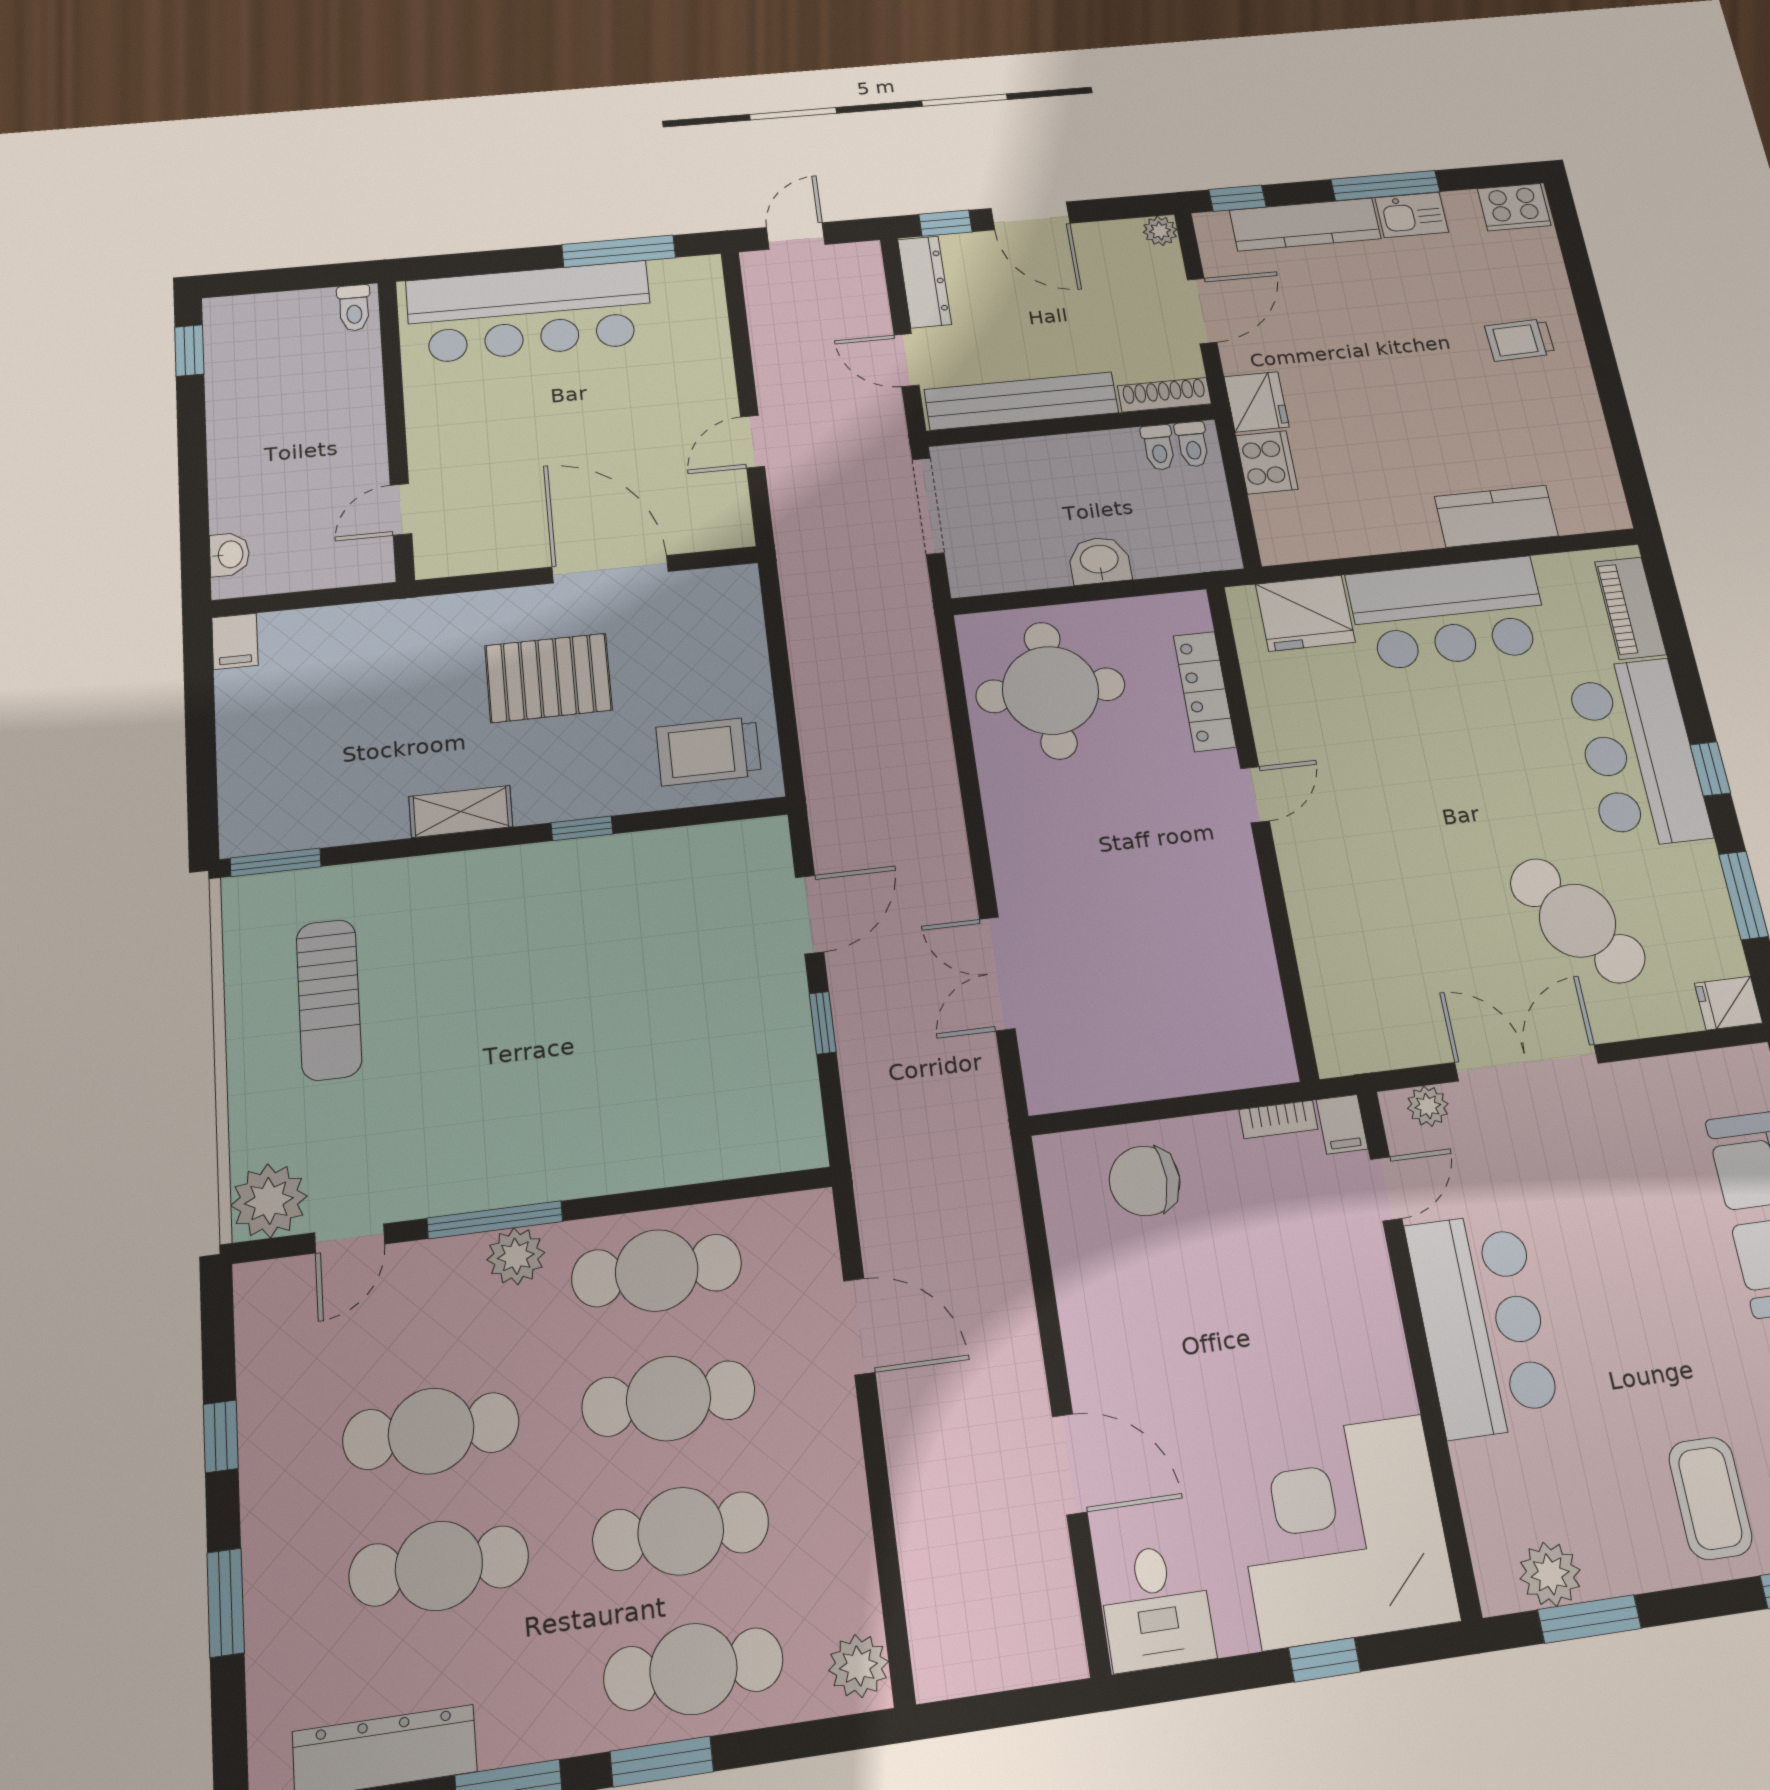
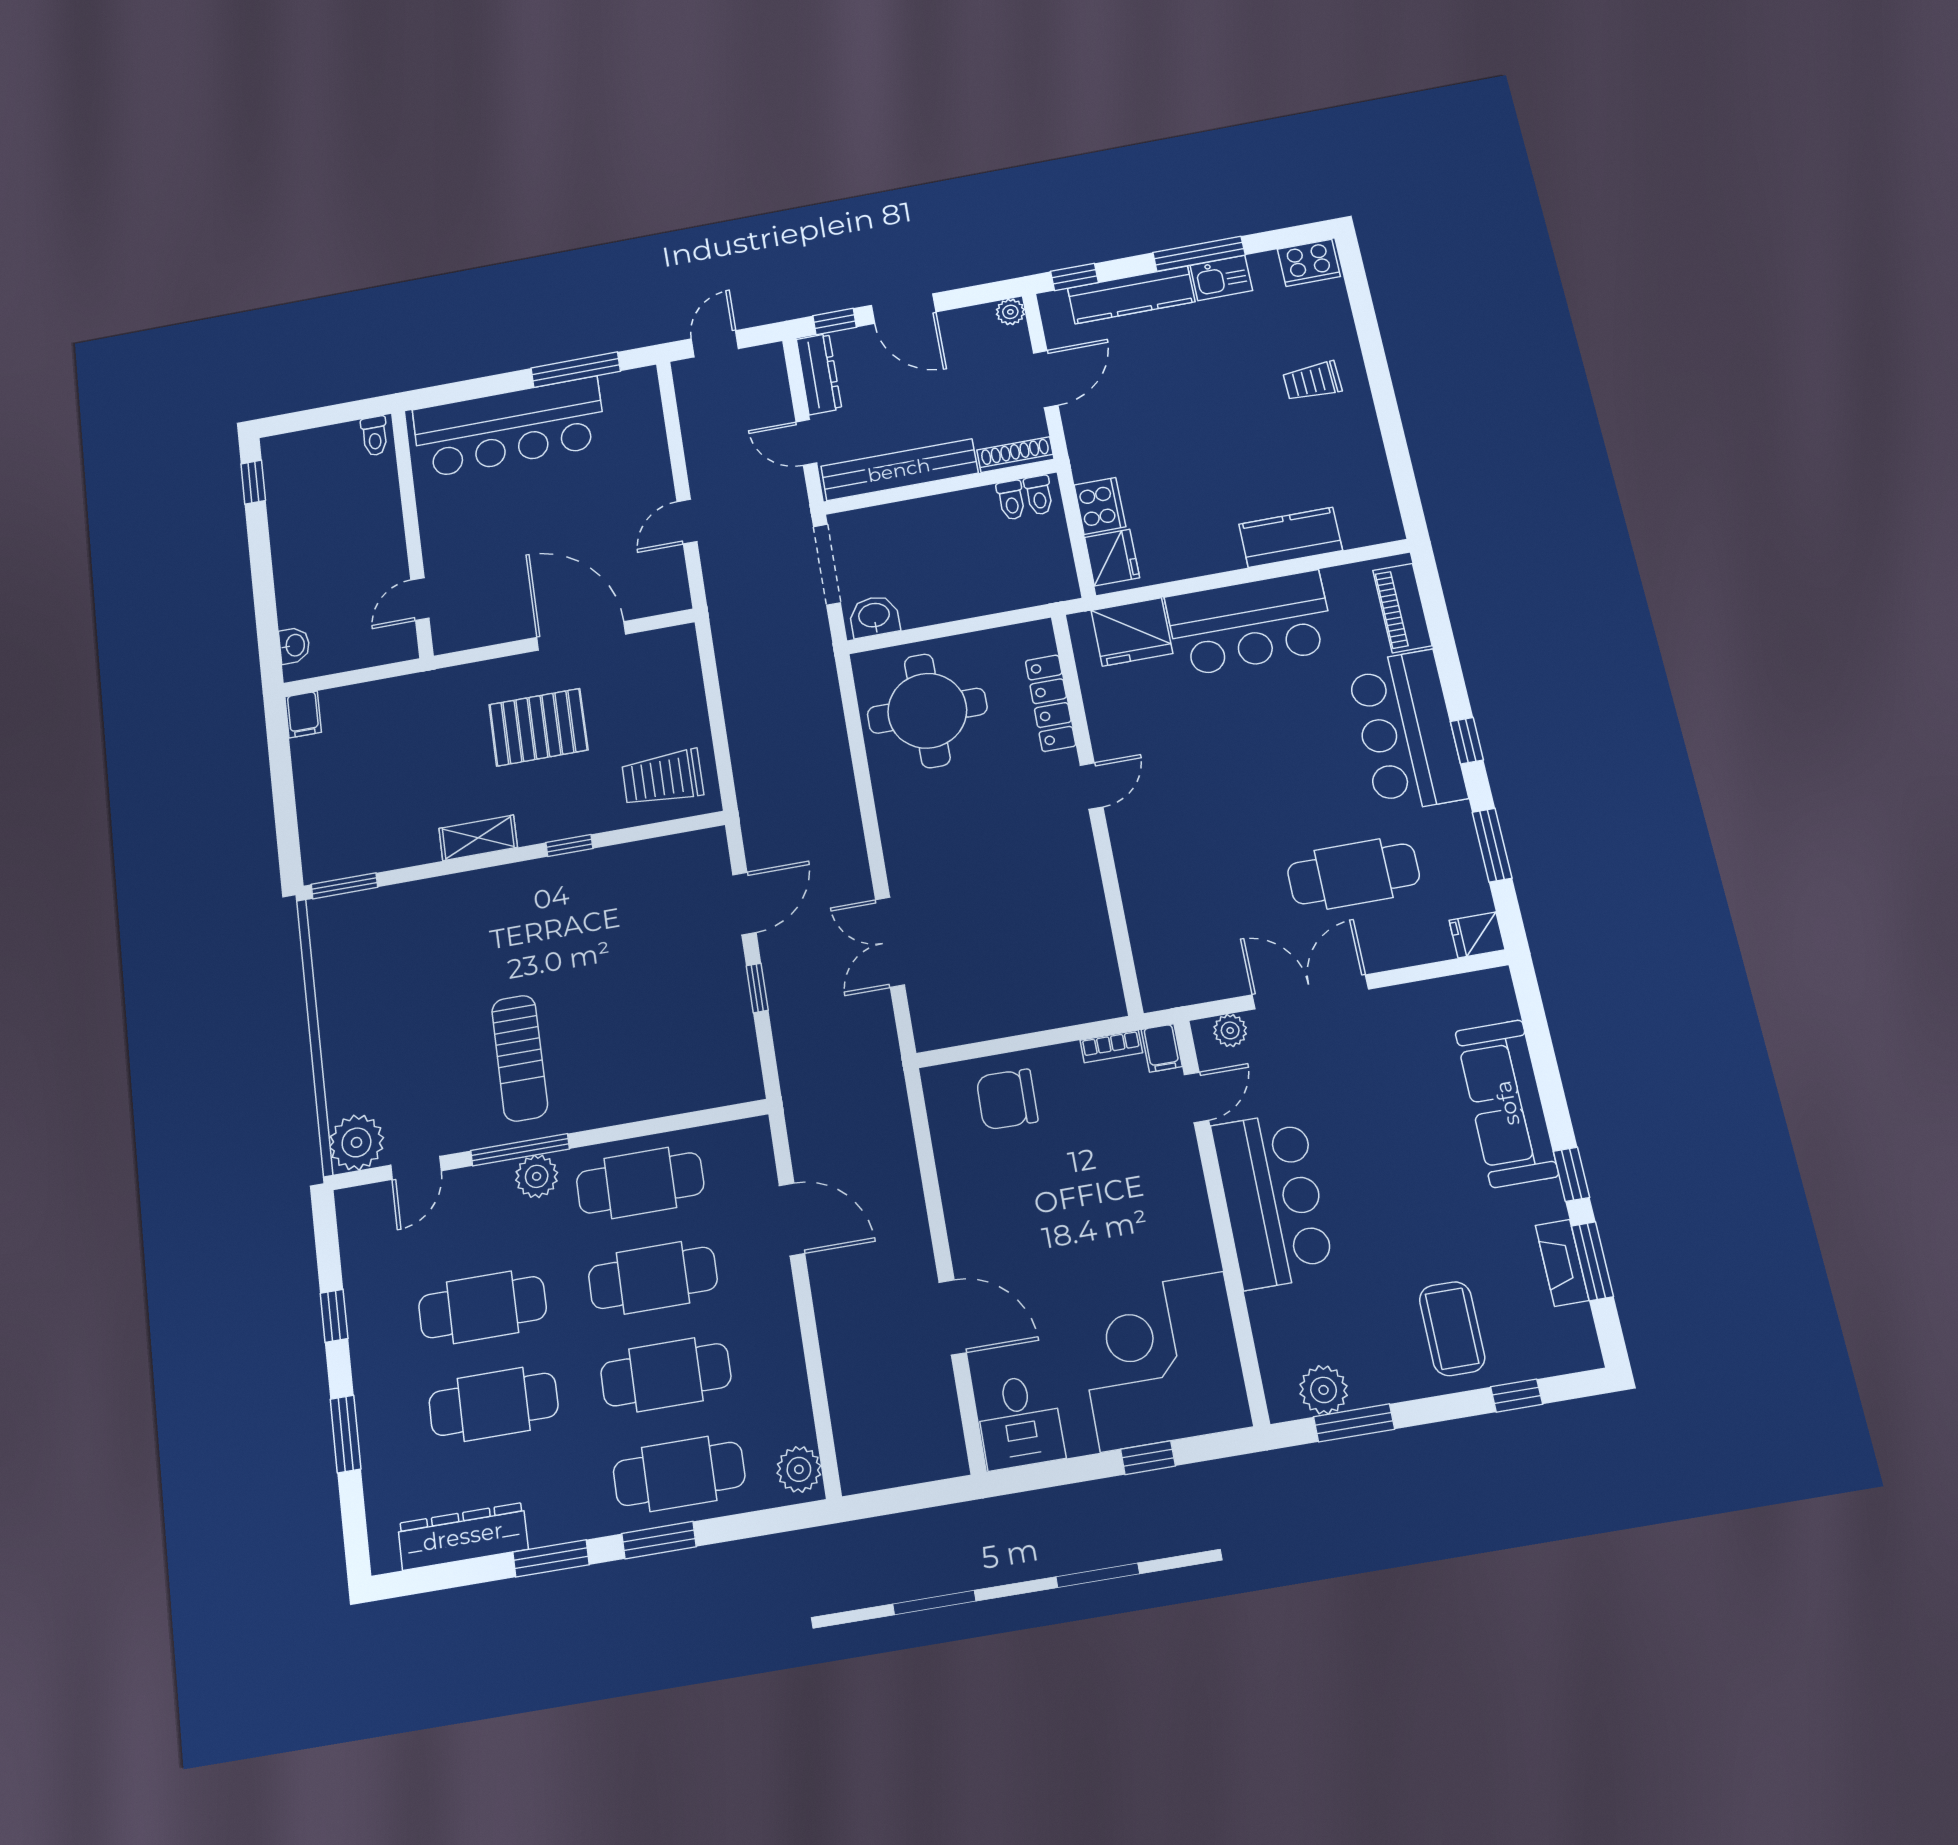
fridge: (1256, 402) -> (1112, 557), moved
washbasin: (1099, 560) -> (874, 616), moved
cafe table: (1577, 921) -> (1354, 874), turned -53
sun lounger: (329, 999) -> (520, 1058), moved

